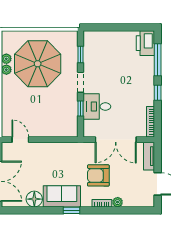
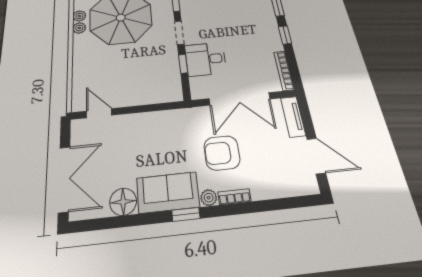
plant: (118, 202) -> (209, 198), moved

